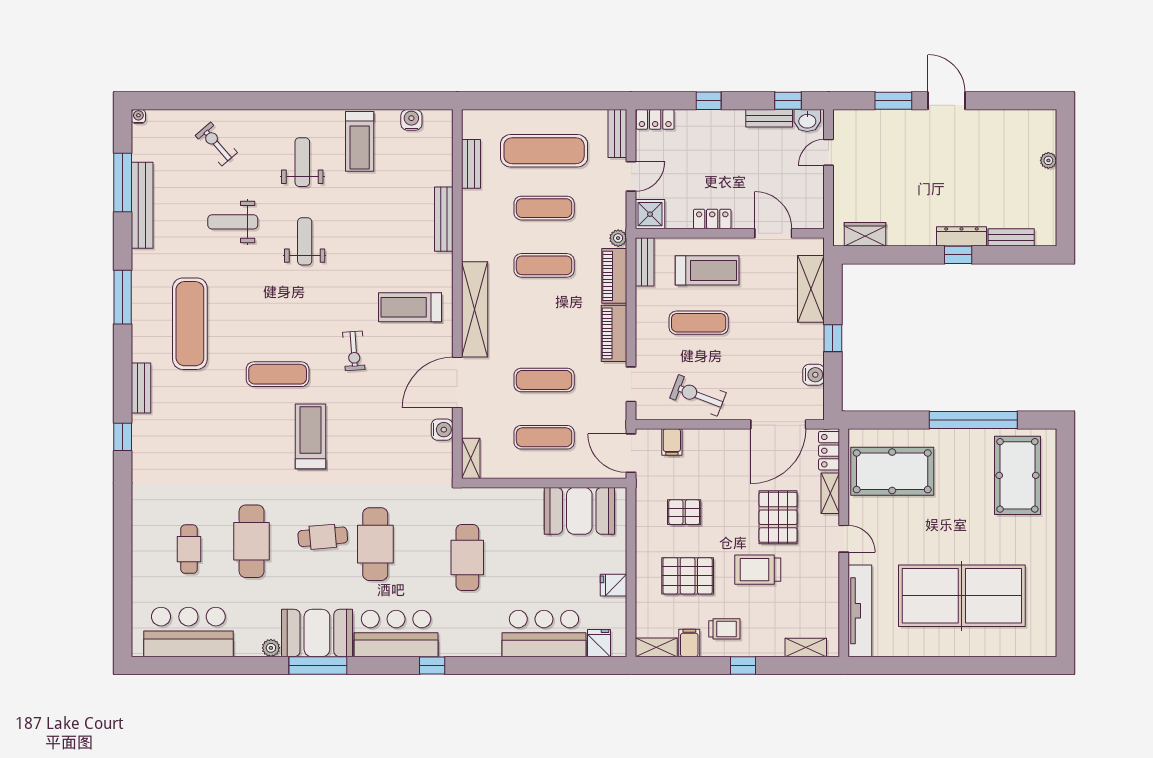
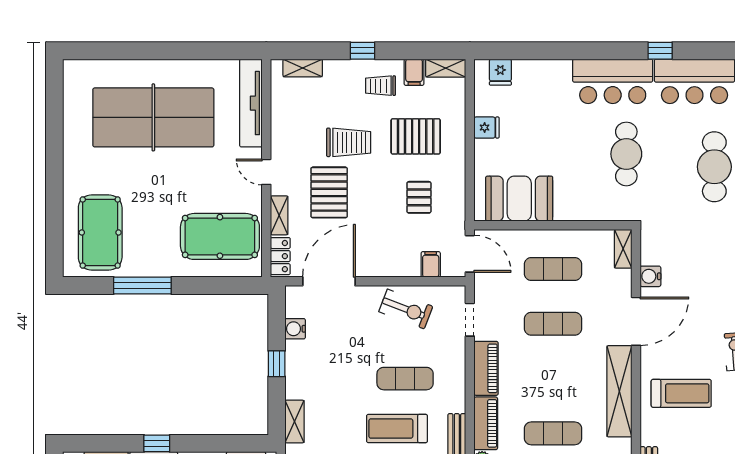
shelving: (811, 289) -> (295, 422), width x0.67, depth x0.75
window: (973, 420) -> (142, 285), width x0.68
pallet: (684, 512) -> (419, 197), turned 90
bar counter: (544, 633) -> (613, 81), moved

